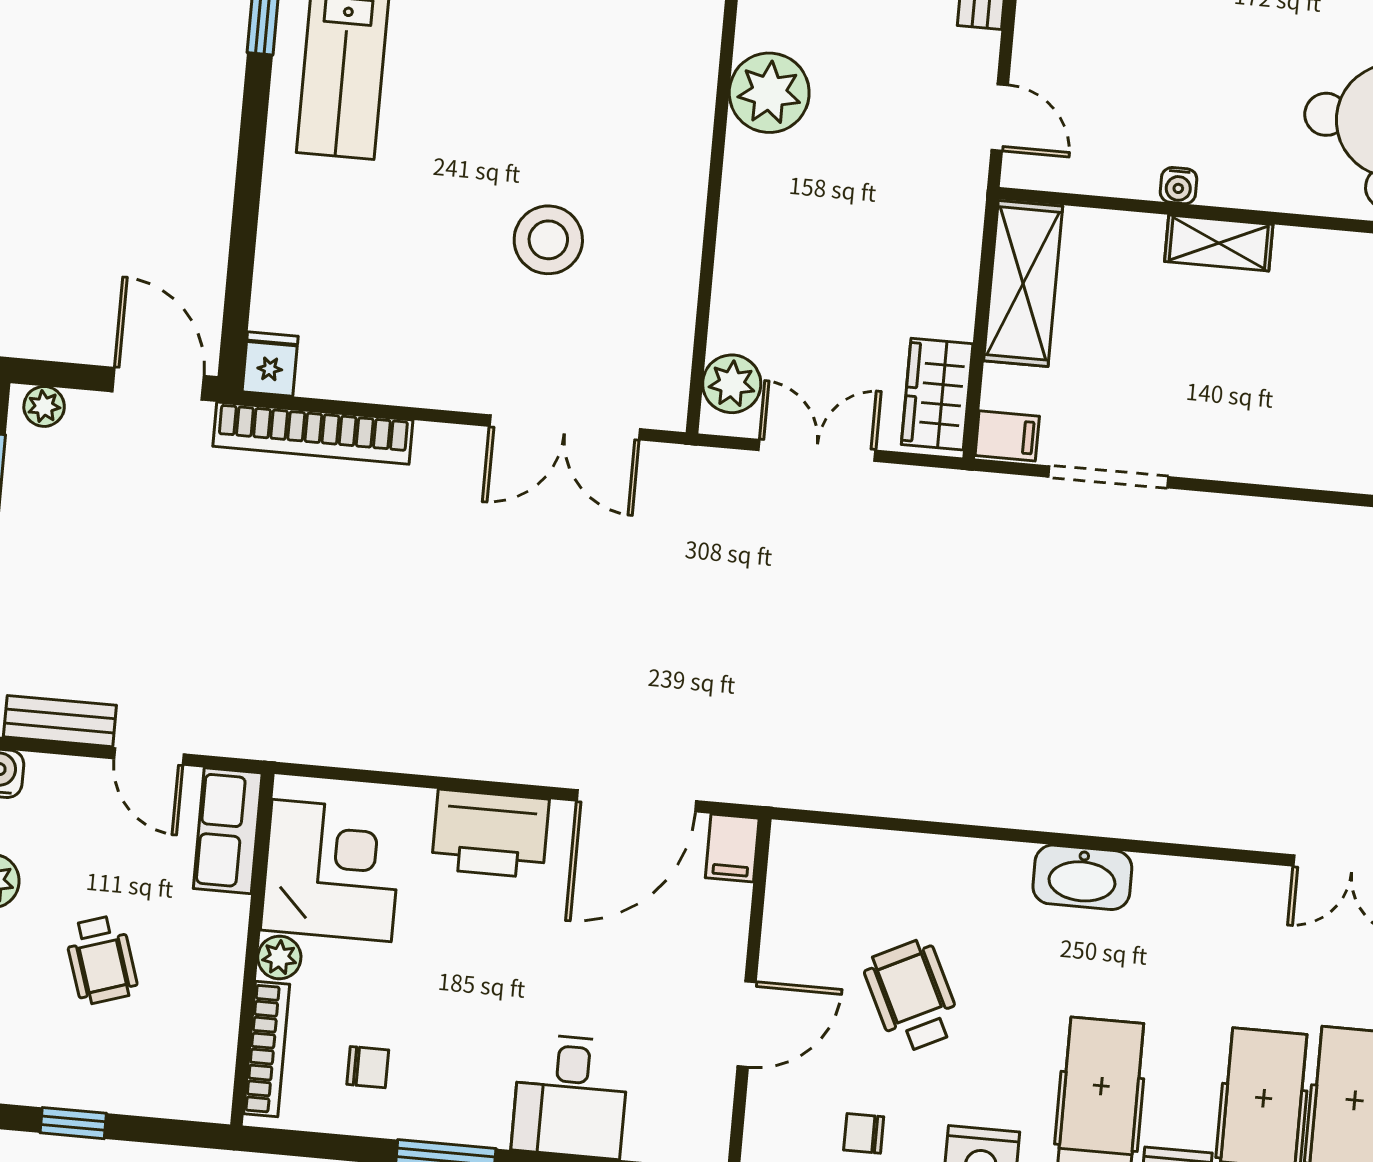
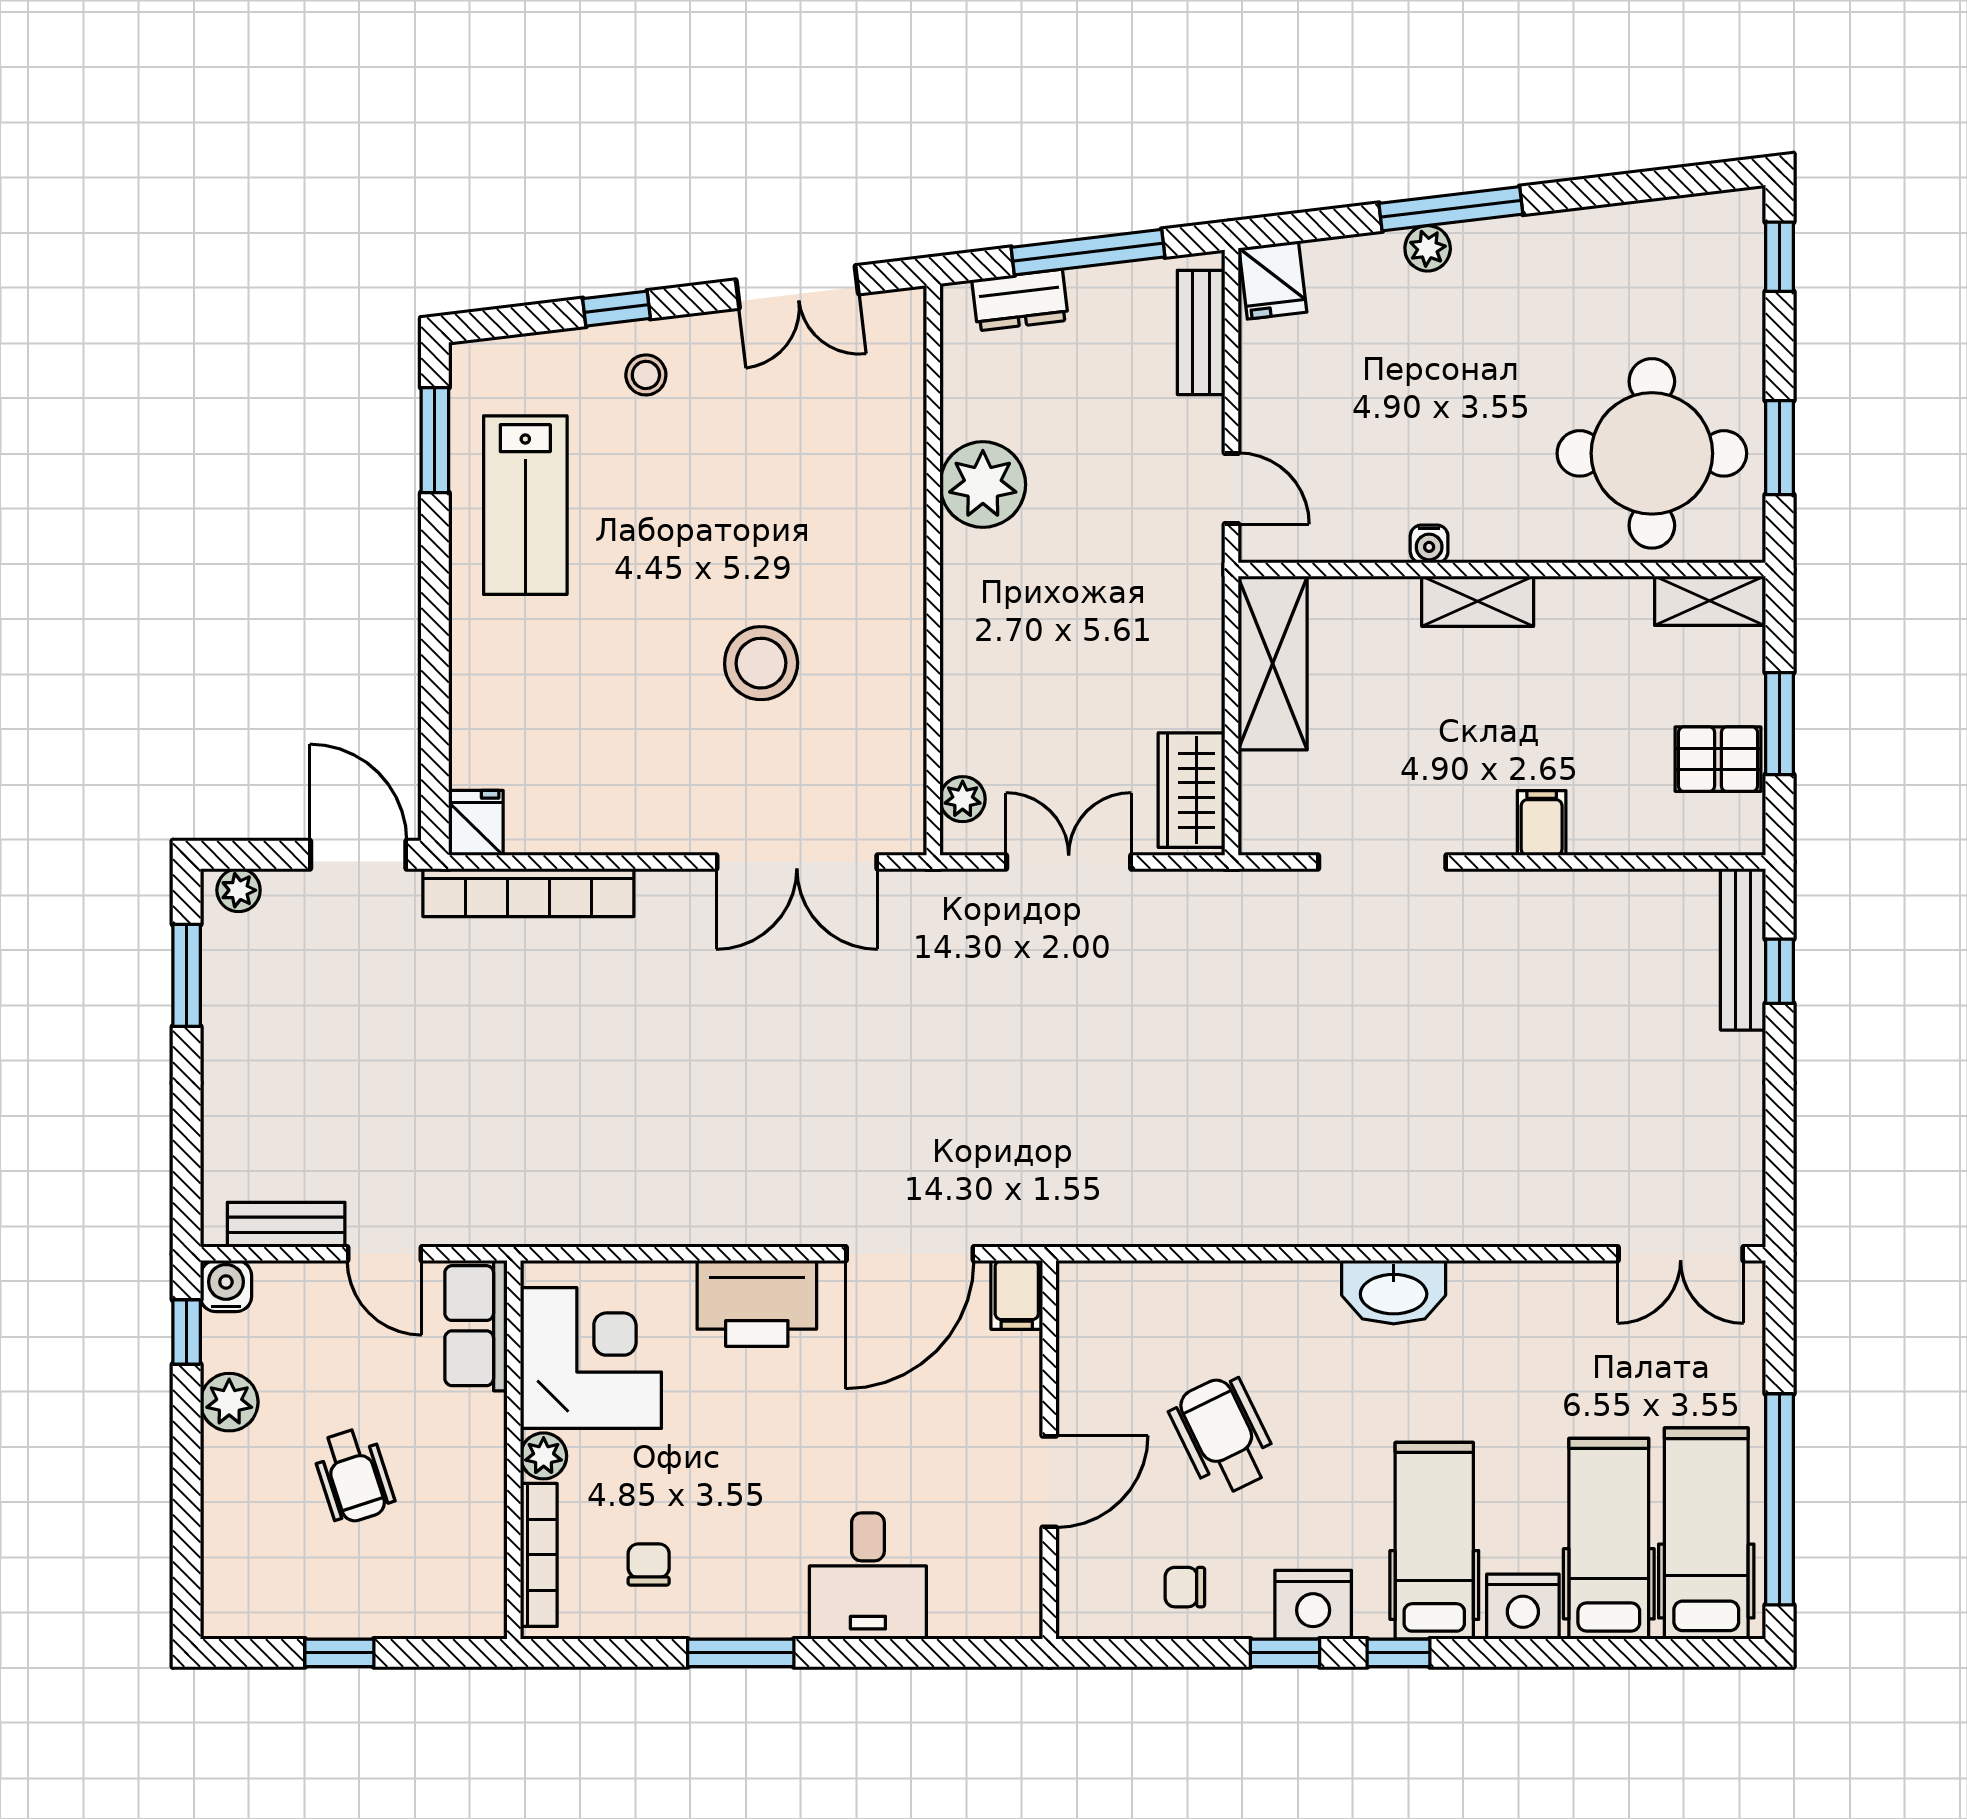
plant: (732, 384) -> (963, 799), width x0.73, depth x0.73
filing cabinet: (1007, 436) -> (1542, 823), moved, turned -90
chair: (368, 1067) -> (649, 1564), turned -90

